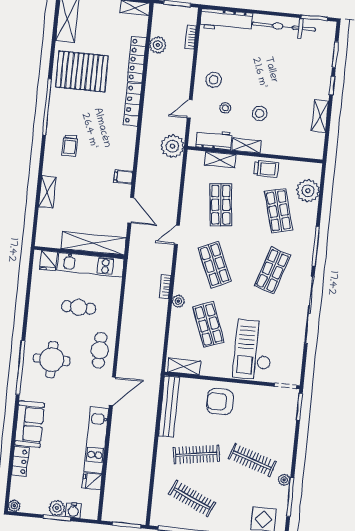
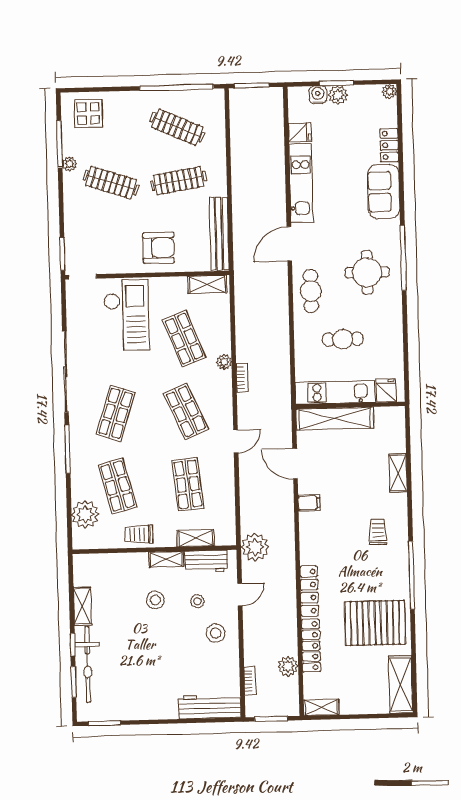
bicycle: (284, 27) -> (88, 664), moved, turned 90

